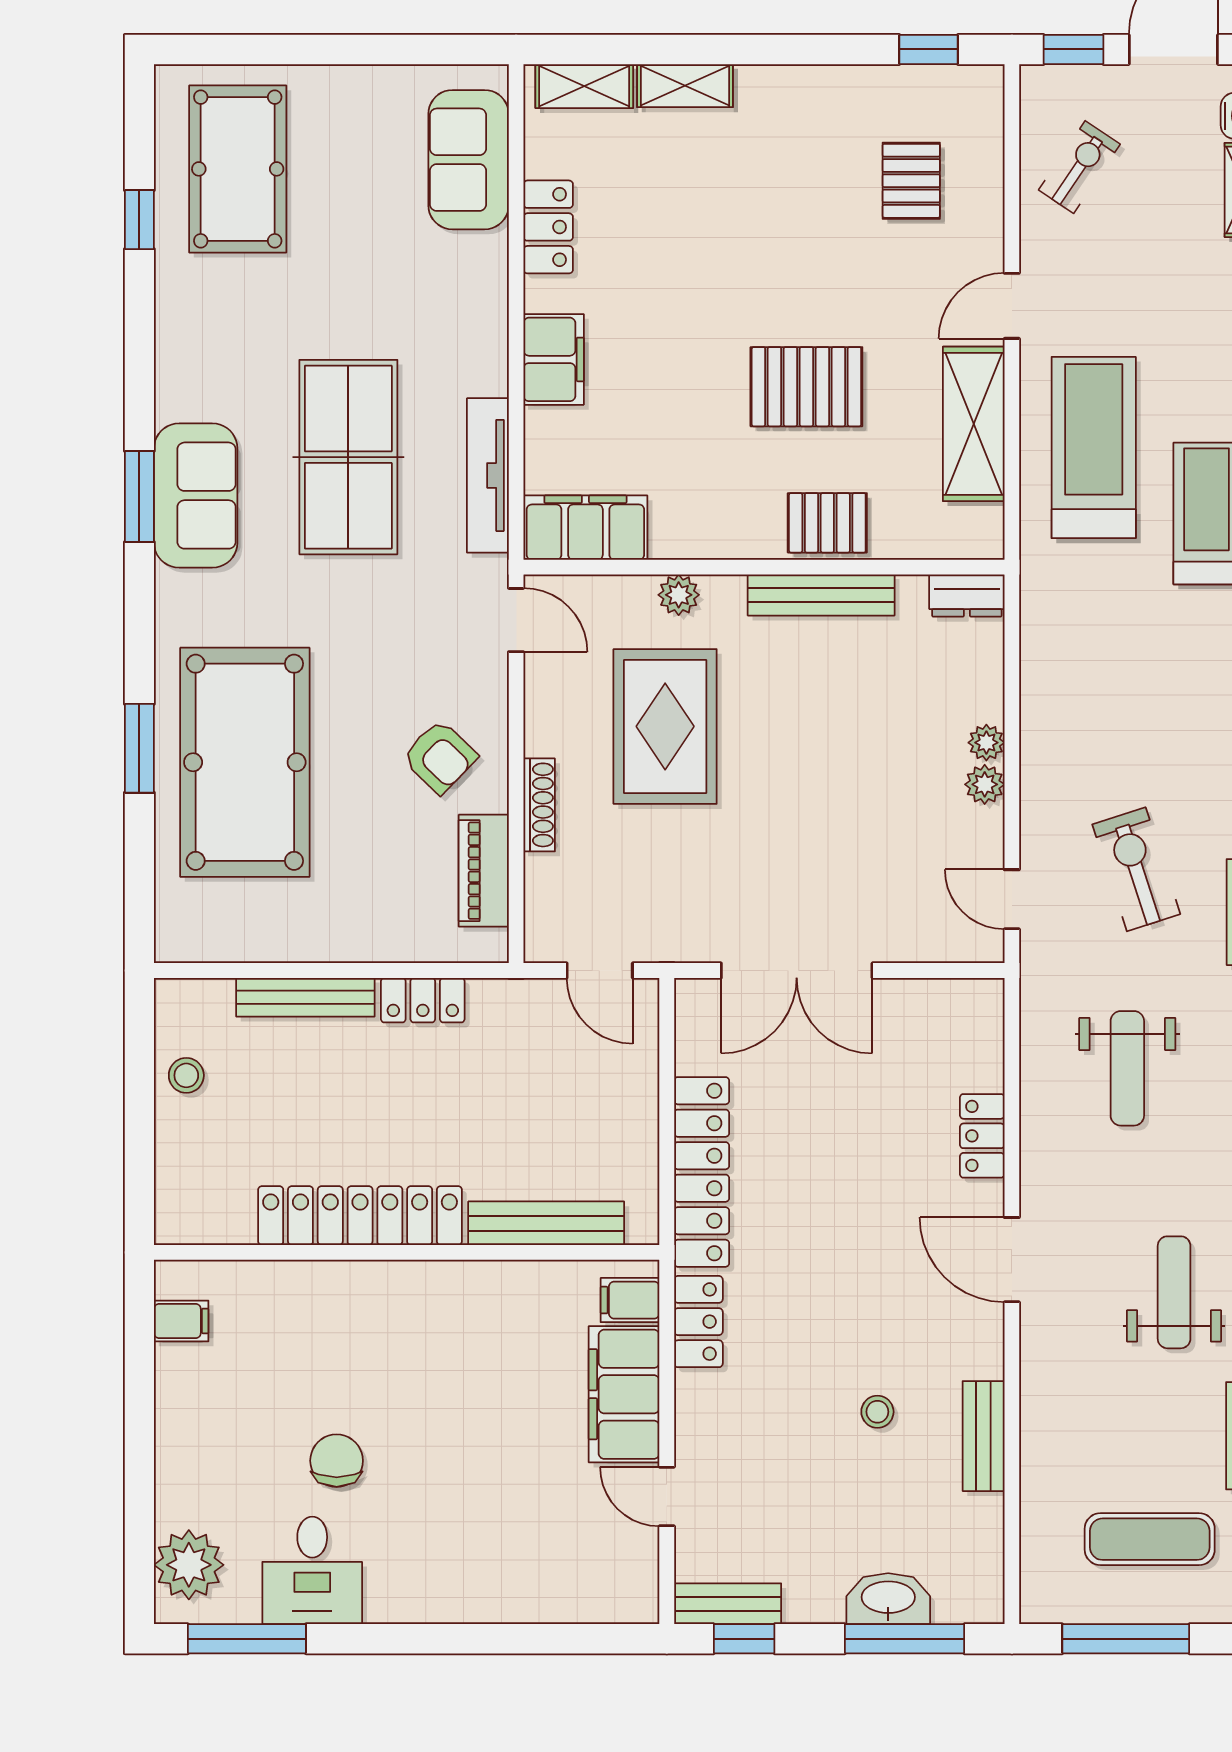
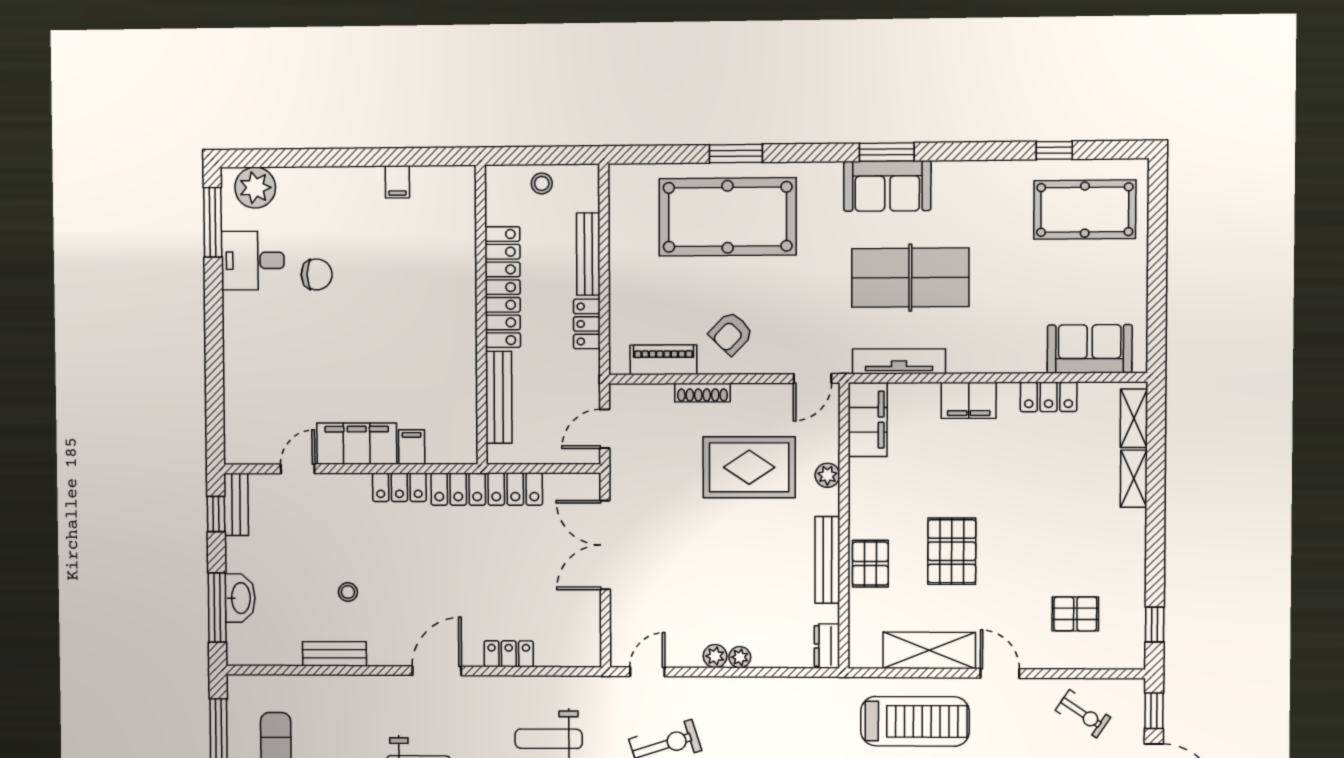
locker: (360, 1216) -> (503, 287), moved
bench: (546, 1223) -> (499, 397), moved
wall: (407, 1252) -> (481, 315), moved

